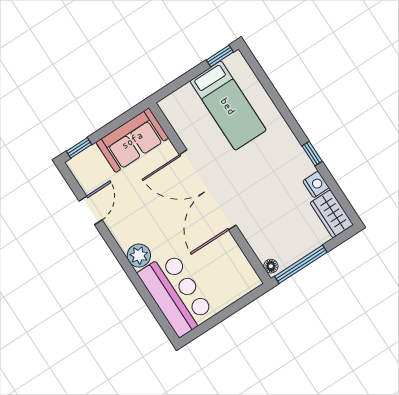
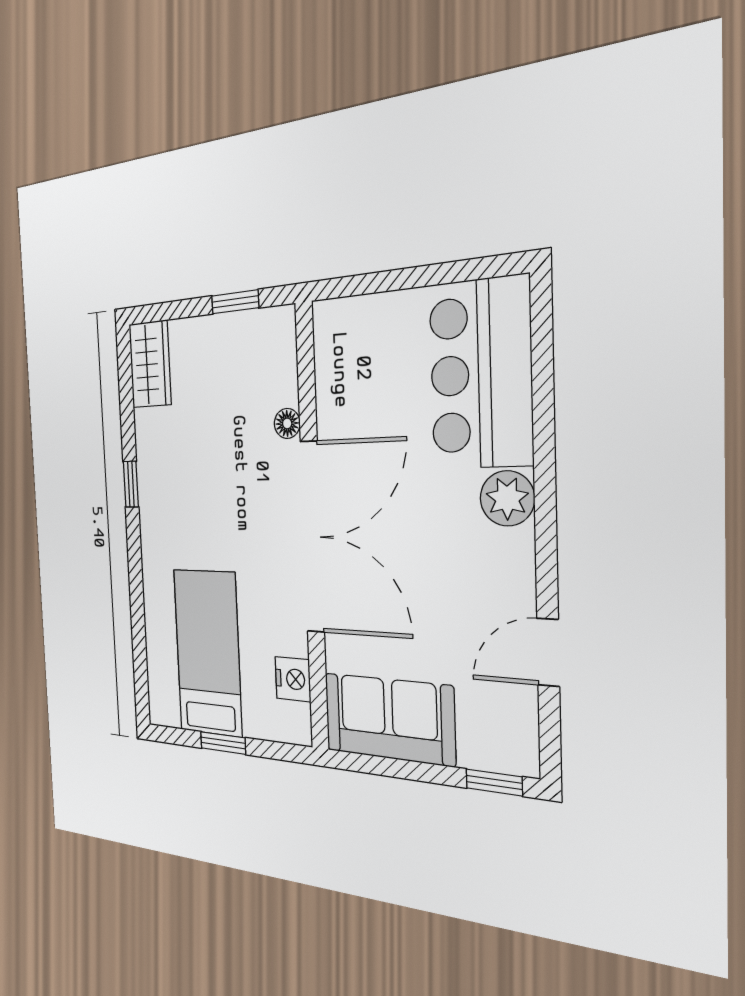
window: (220, 56) -> (223, 743), moved
nightstand: (316, 184) -> (293, 679), moved, turned 180
window: (301, 264) -> (235, 302), width x0.46
floor lamp: (271, 266) -> (287, 423), moved

